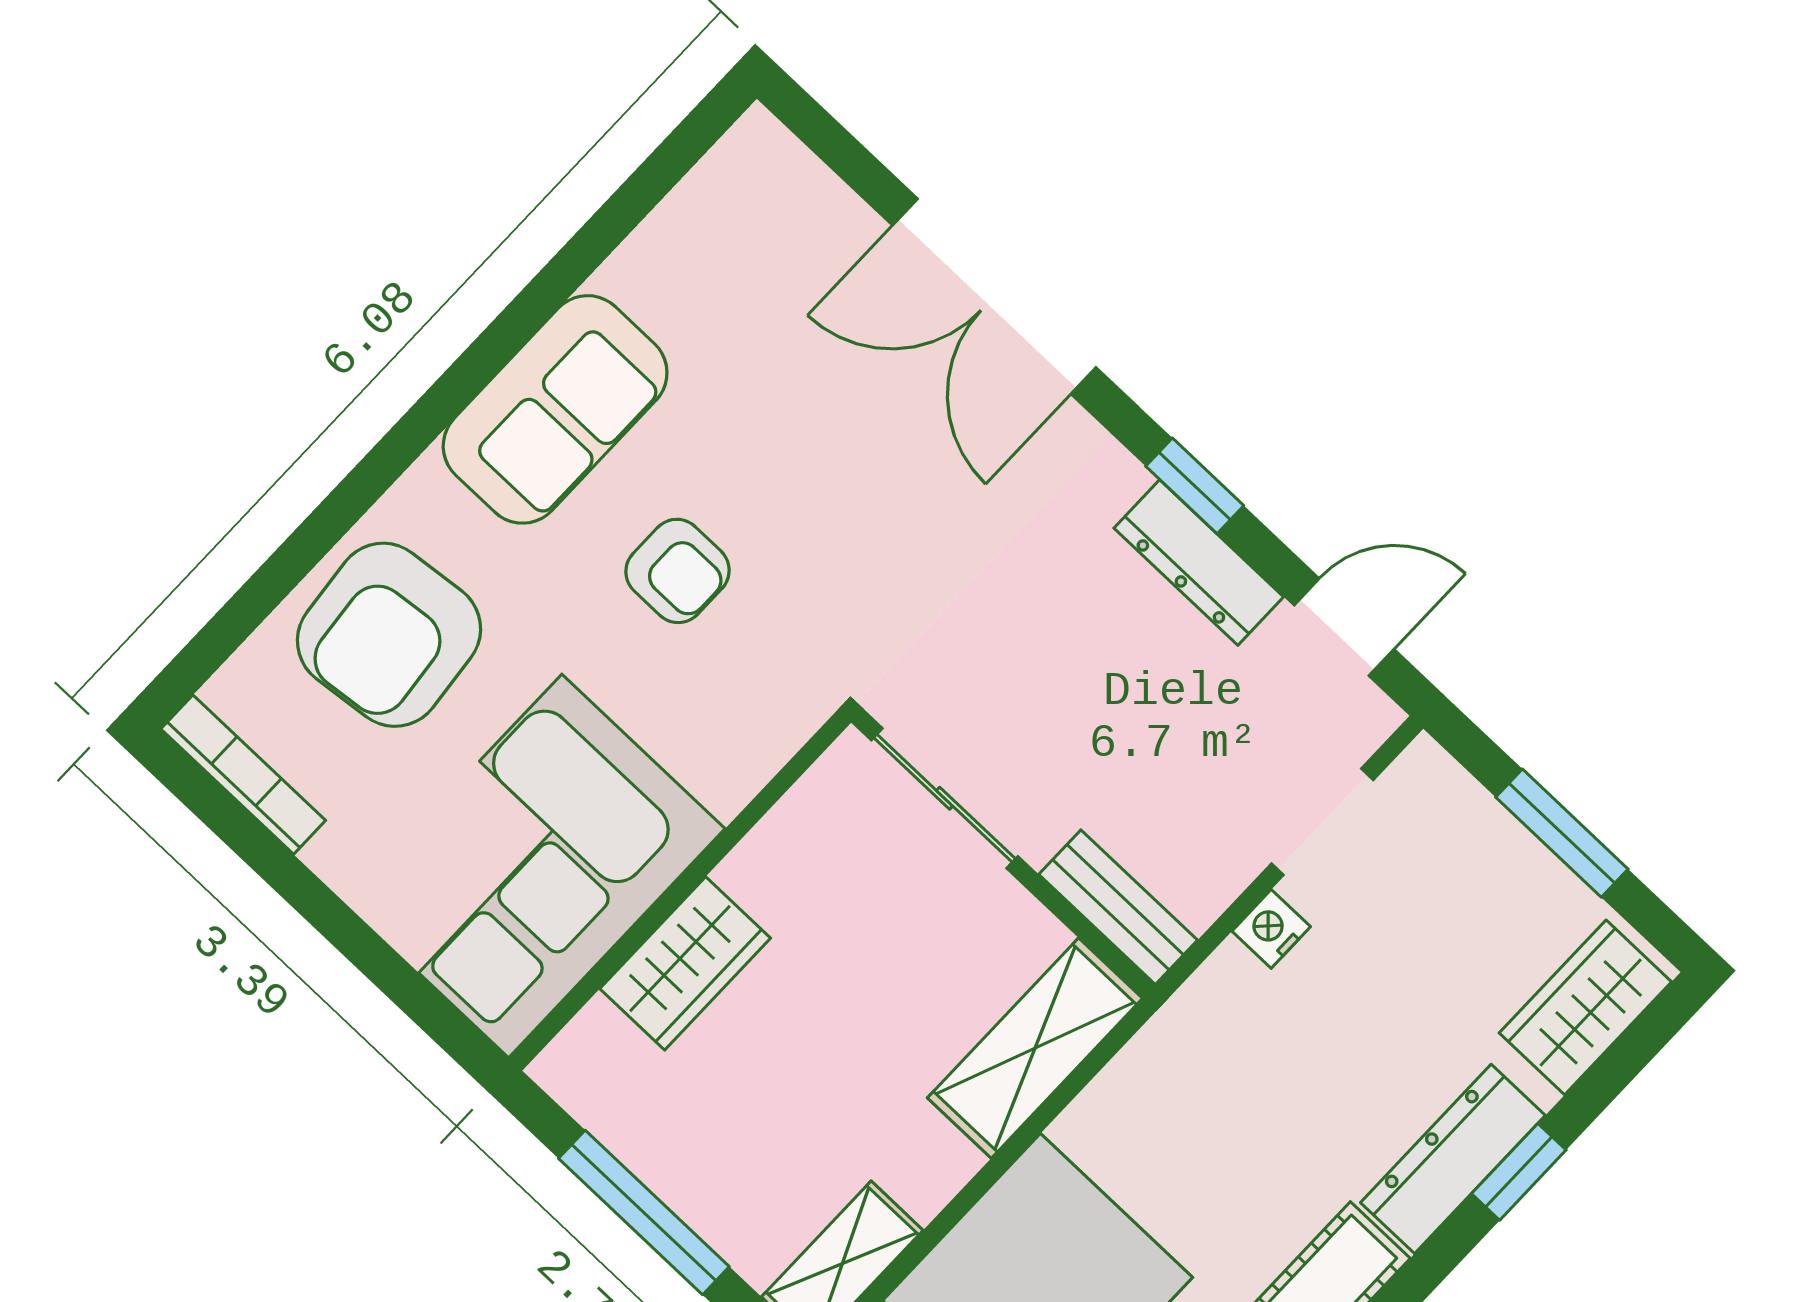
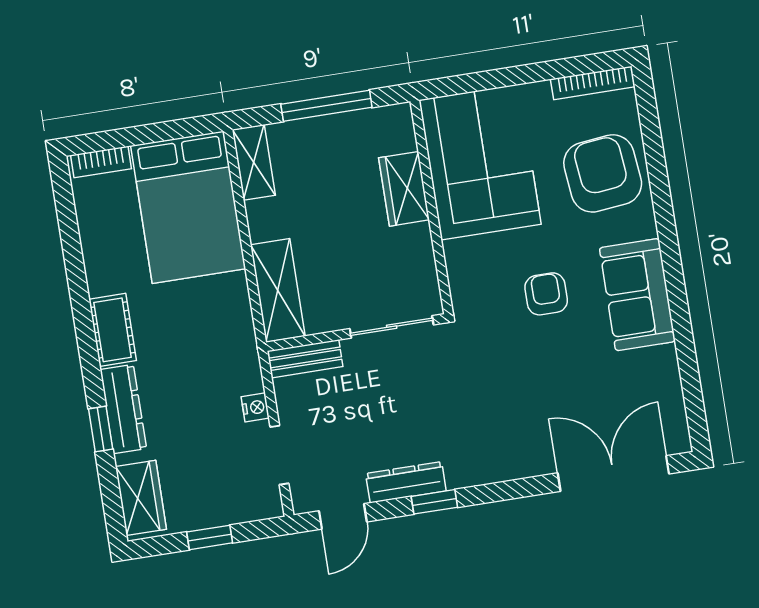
double door: (994, 296) -> (613, 473), moved
armchair: (678, 571) -> (546, 294), turned 90
window: (1562, 833) -> (210, 537), width x0.67

